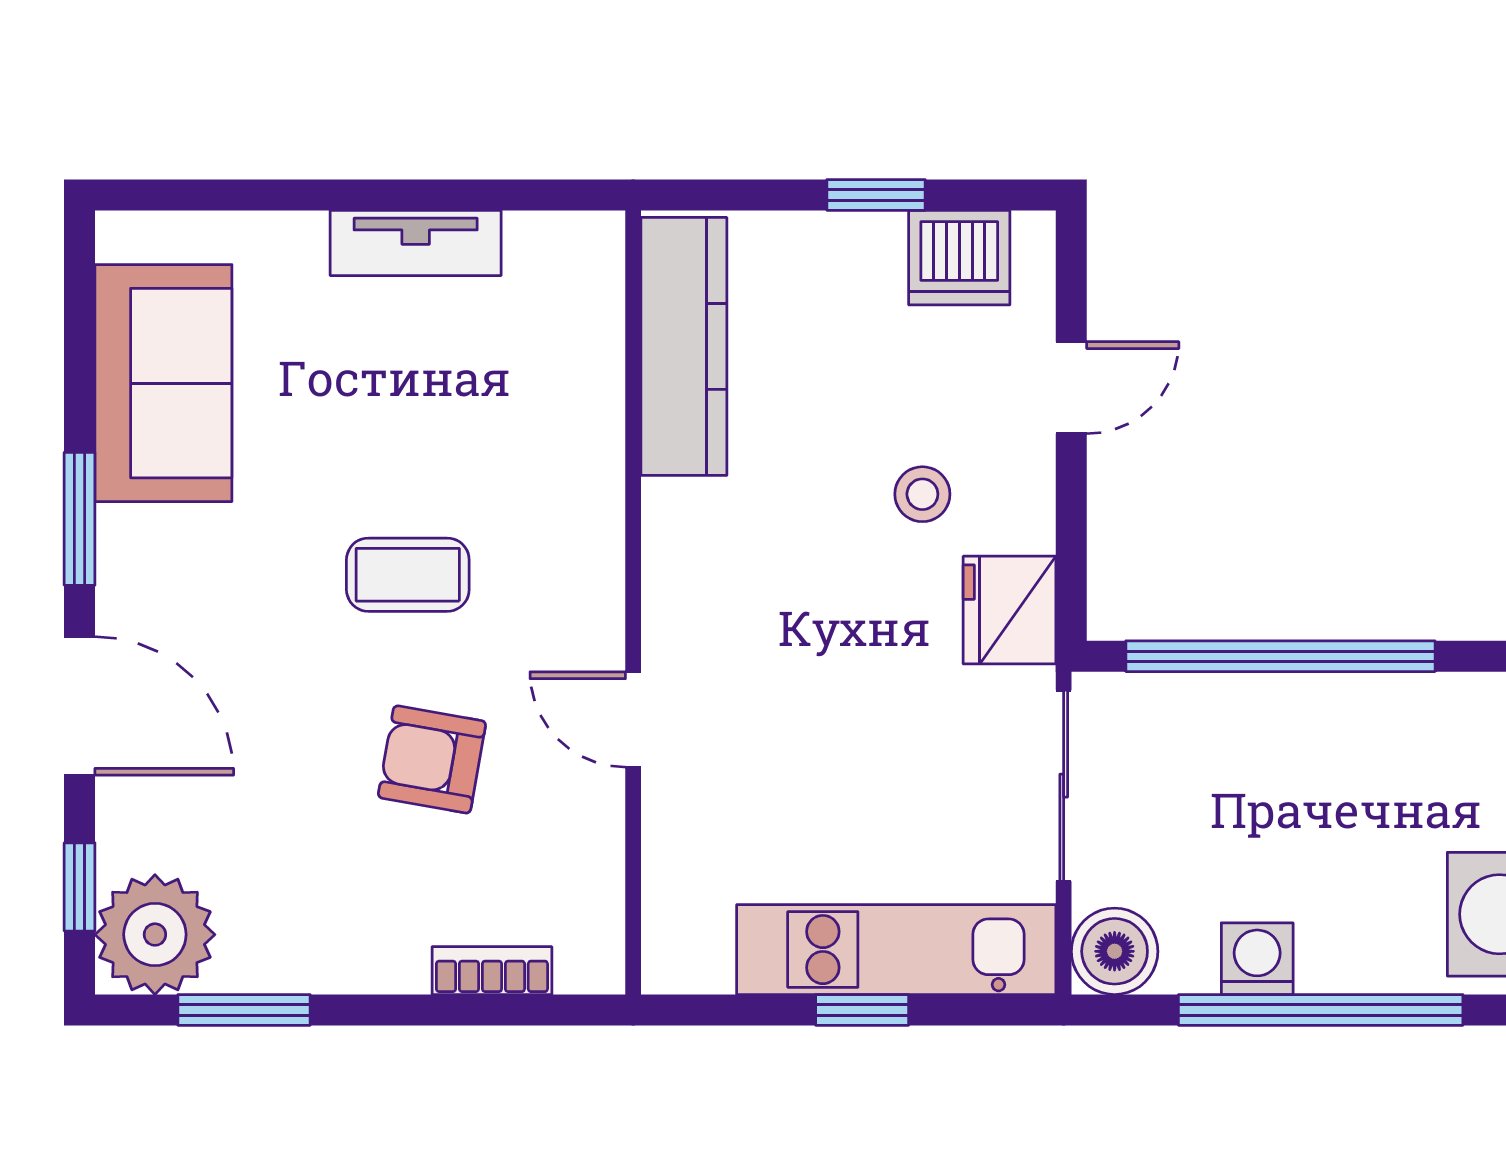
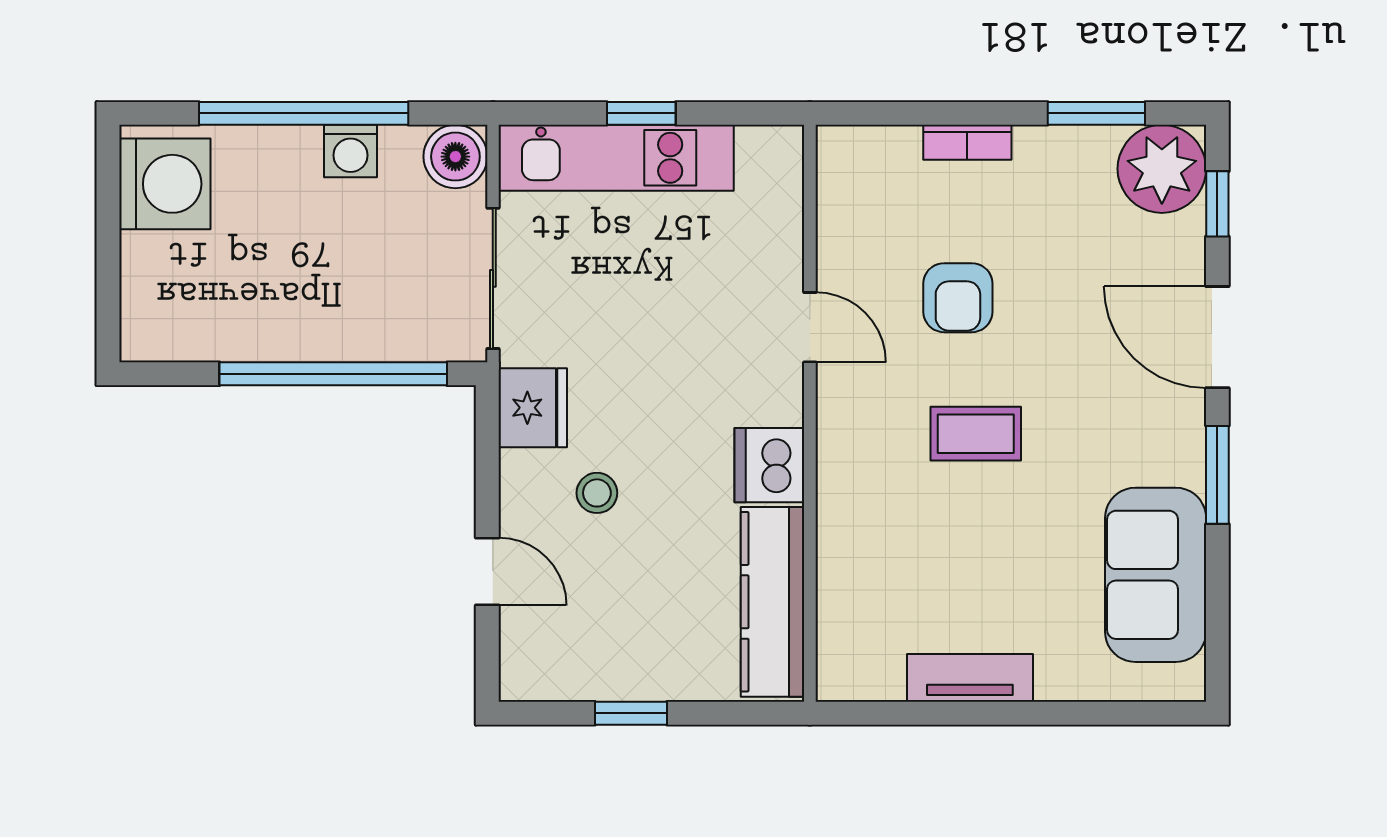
dishwasher: (959, 258) -> (769, 465), moved, turned -90
door: (1071, 388) -> (487, 571), swing flipped
armchair: (432, 759) -> (958, 298), turned 80
bookcase: (492, 971) -> (967, 142), moved

